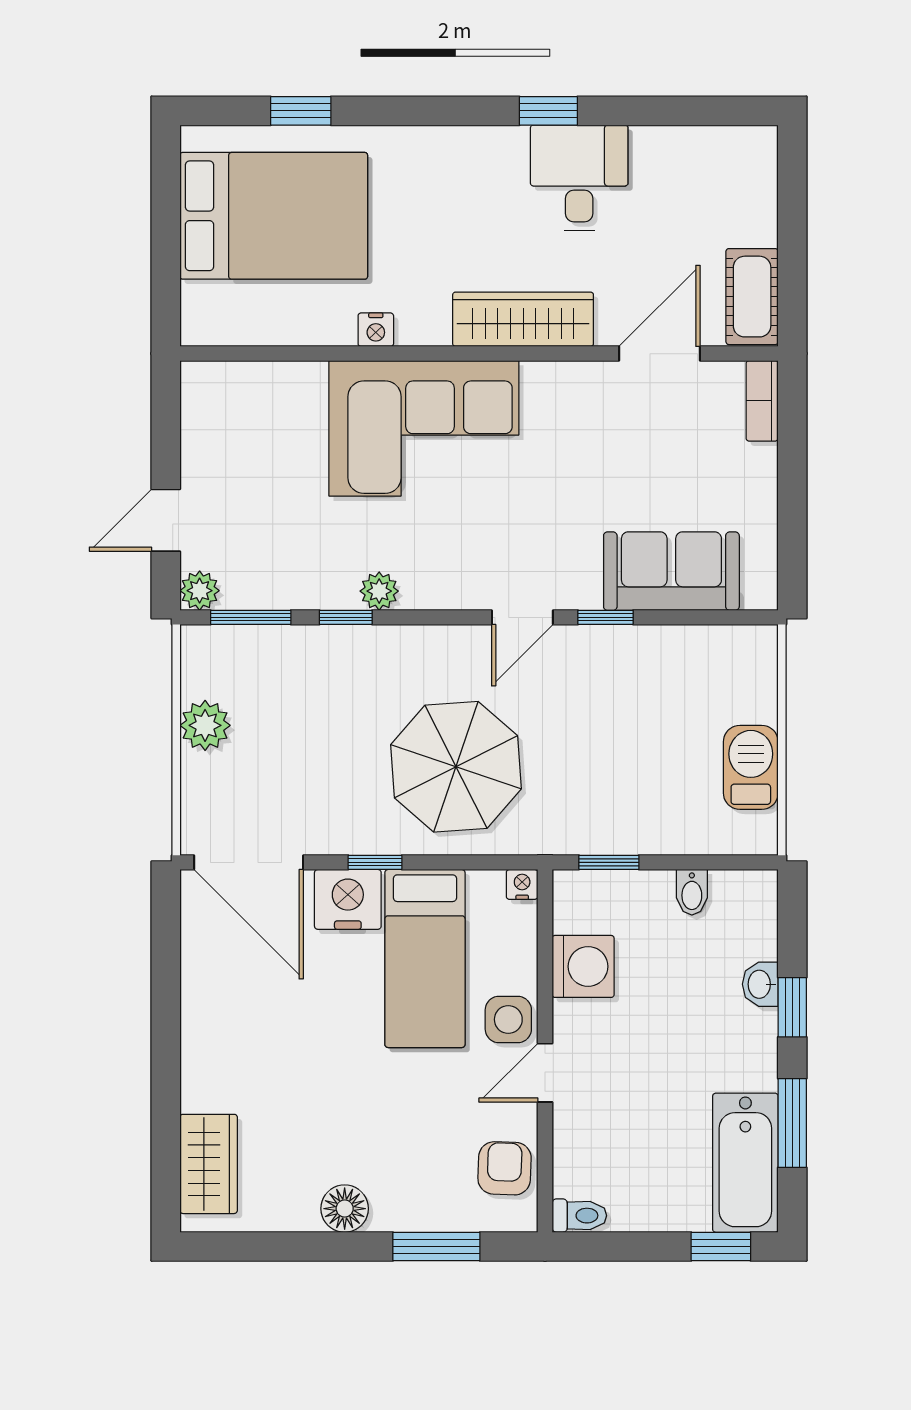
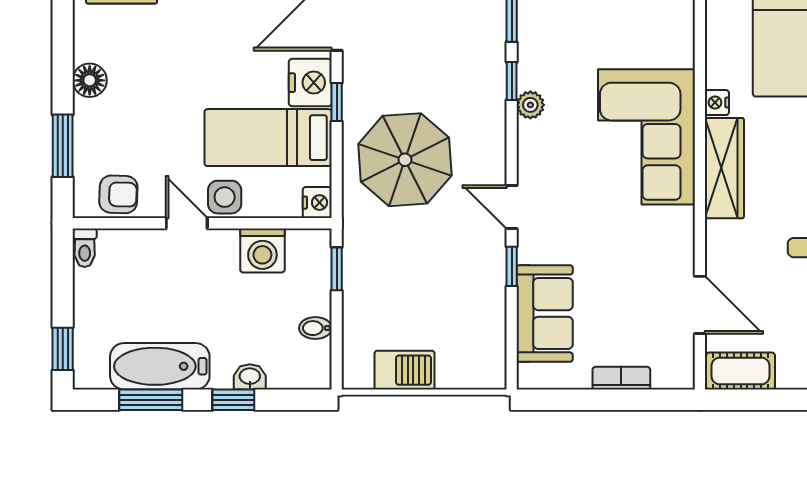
wardrobe: (523, 319) -> (724, 168), moved
bookcase: (762, 401) -> (621, 378), moved
nightstand: (522, 884) -> (317, 203), width x1.39, depth x1.35
bathtub: (745, 1163) -> (160, 366), moved

